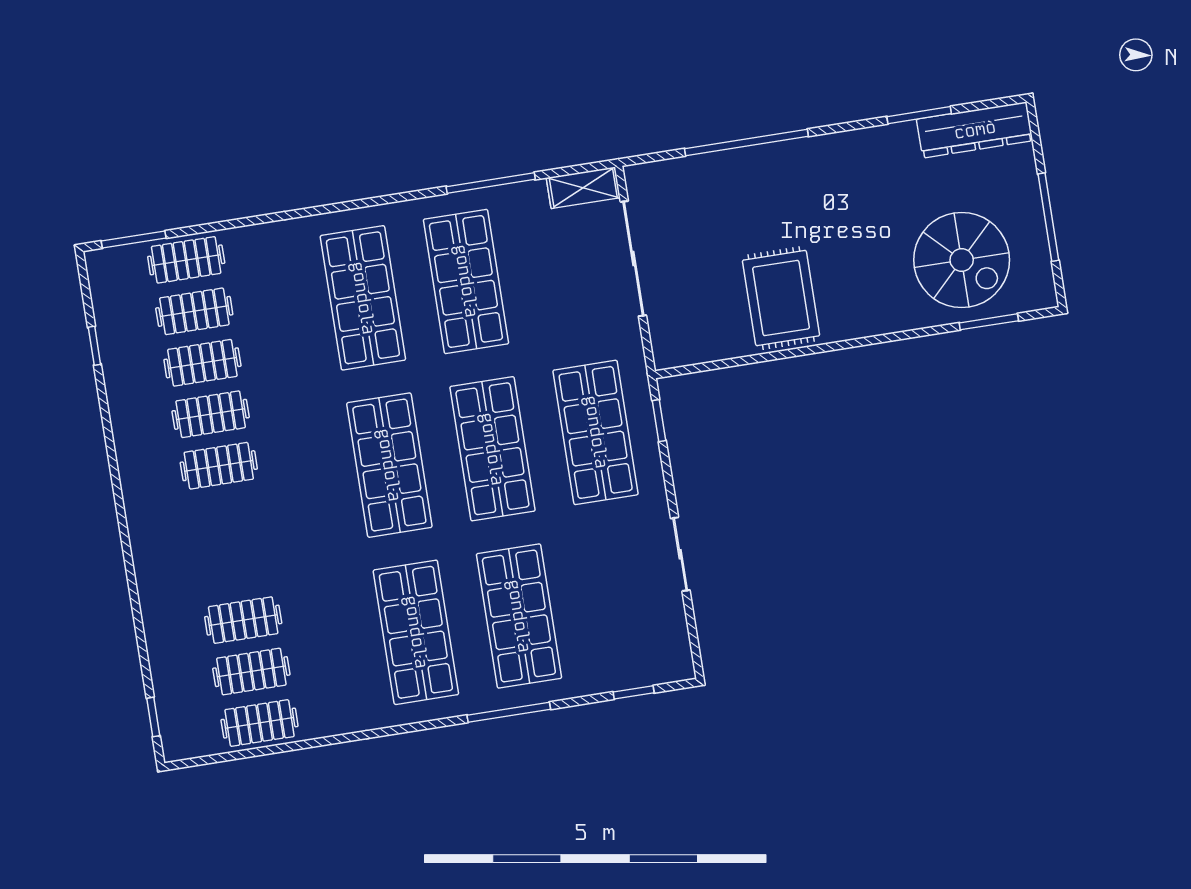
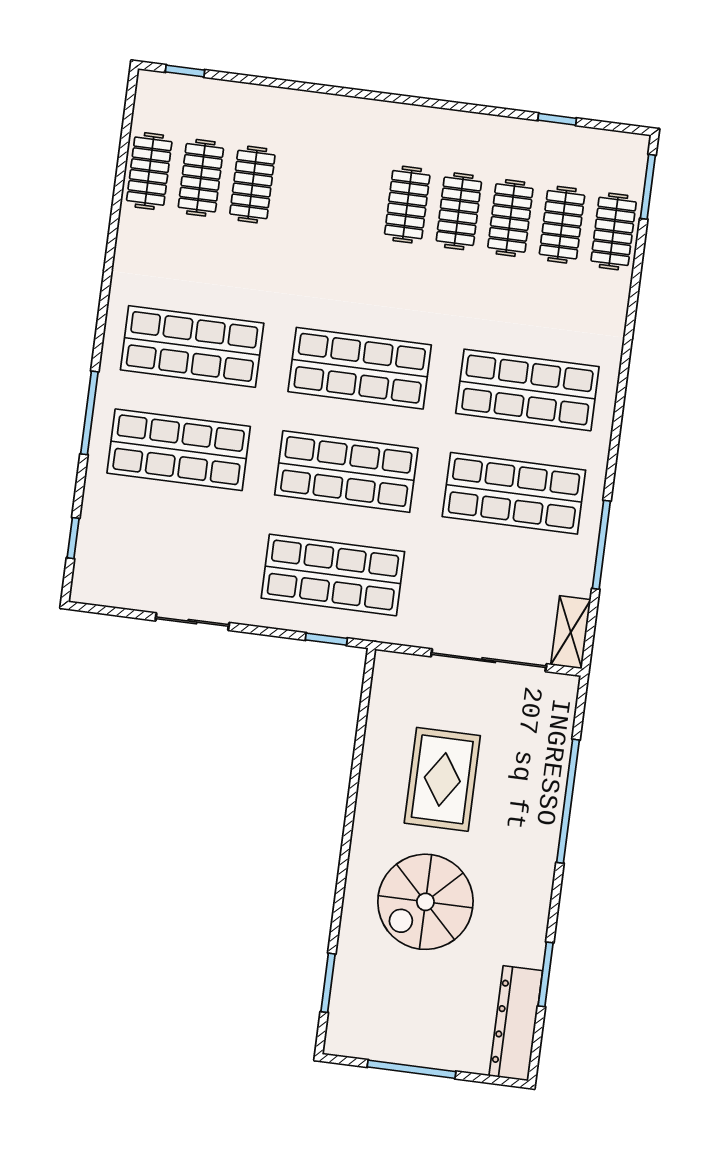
spiral stairs: (962, 260) -> (425, 902), moved
rug: (781, 298) -> (442, 779), moved, turned 90

